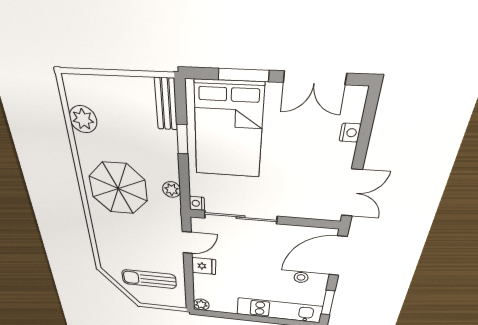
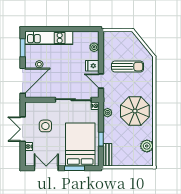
side table: (304, 174) -> (45, 126), added
double door: (352, 193) -> (23, 129), moved
door: (187, 243) -> (101, 81), hinge flipped
sun lounger: (149, 279) -> (128, 67), moved
plant: (201, 305) -> (94, 47), moved

